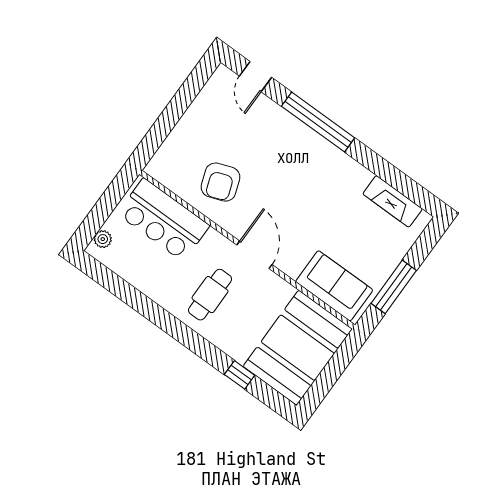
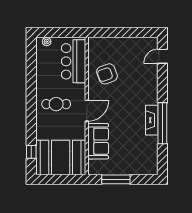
window: (318, 122) -> (162, 123), moved
fireplace: (393, 201) -> (152, 120), moved
sofa: (334, 286) -> (98, 141), moved
window: (240, 375) -> (31, 152), moved

